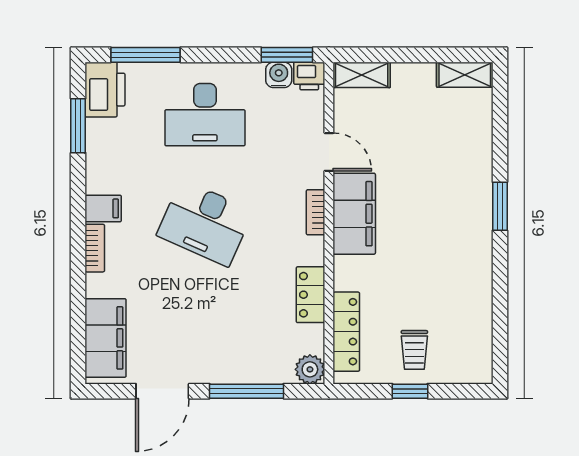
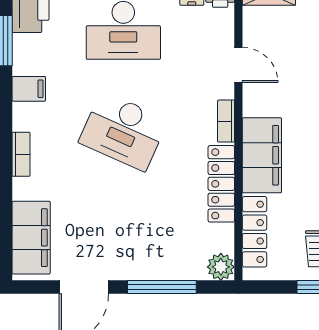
filing cabinet: (103, 208) -> (29, 89), moved
filing cabinet: (354, 214) -> (262, 155), moved
locker: (311, 295) -> (221, 184), width x1.53

